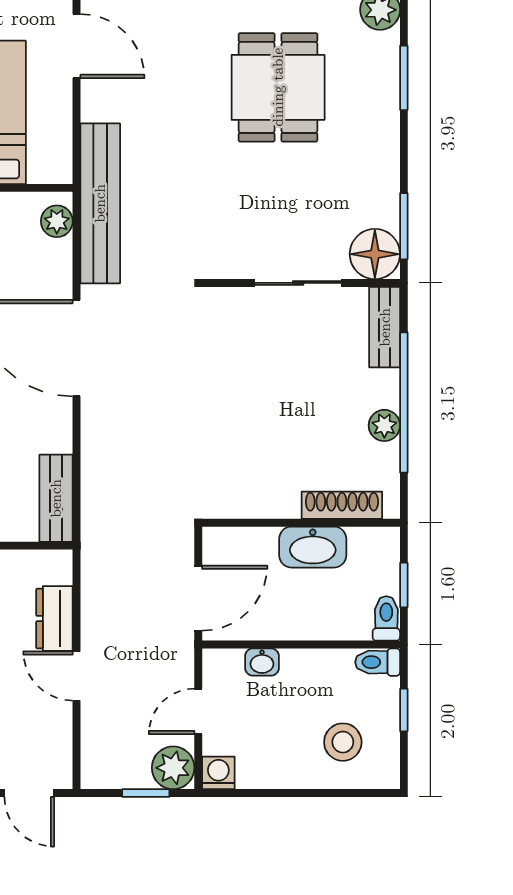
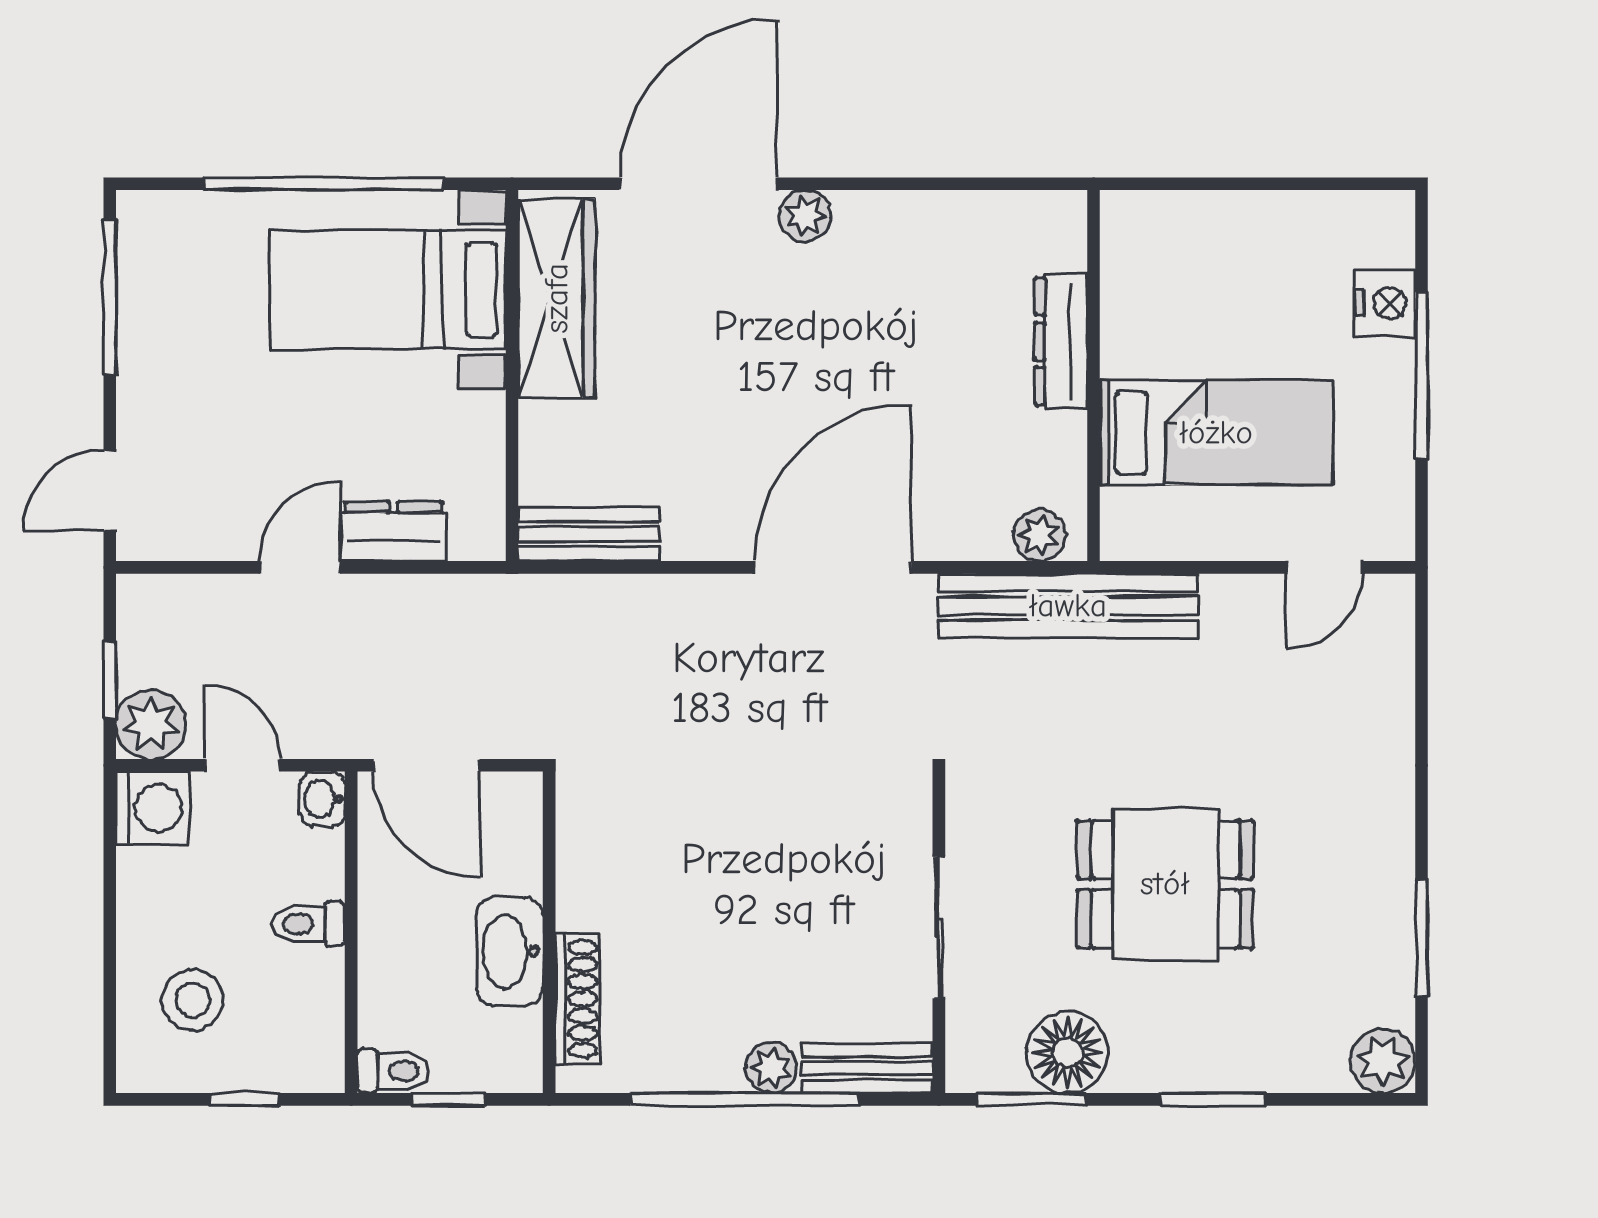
door: (77, 46) -> (1324, 567), width x0.73
window: (404, 78) -> (1213, 1099), moved
dining table: (278, 87) -> (1165, 884), moved
floor lamp: (375, 254) -> (1067, 1052), moved
plant: (384, 425) -> (771, 1068), moved
washbasin: (262, 662) -> (323, 799), moved
toilet: (378, 662) -> (308, 924), moved, turned -90
washing machine: (218, 773) -> (153, 808), width x1.38, depth x1.38

